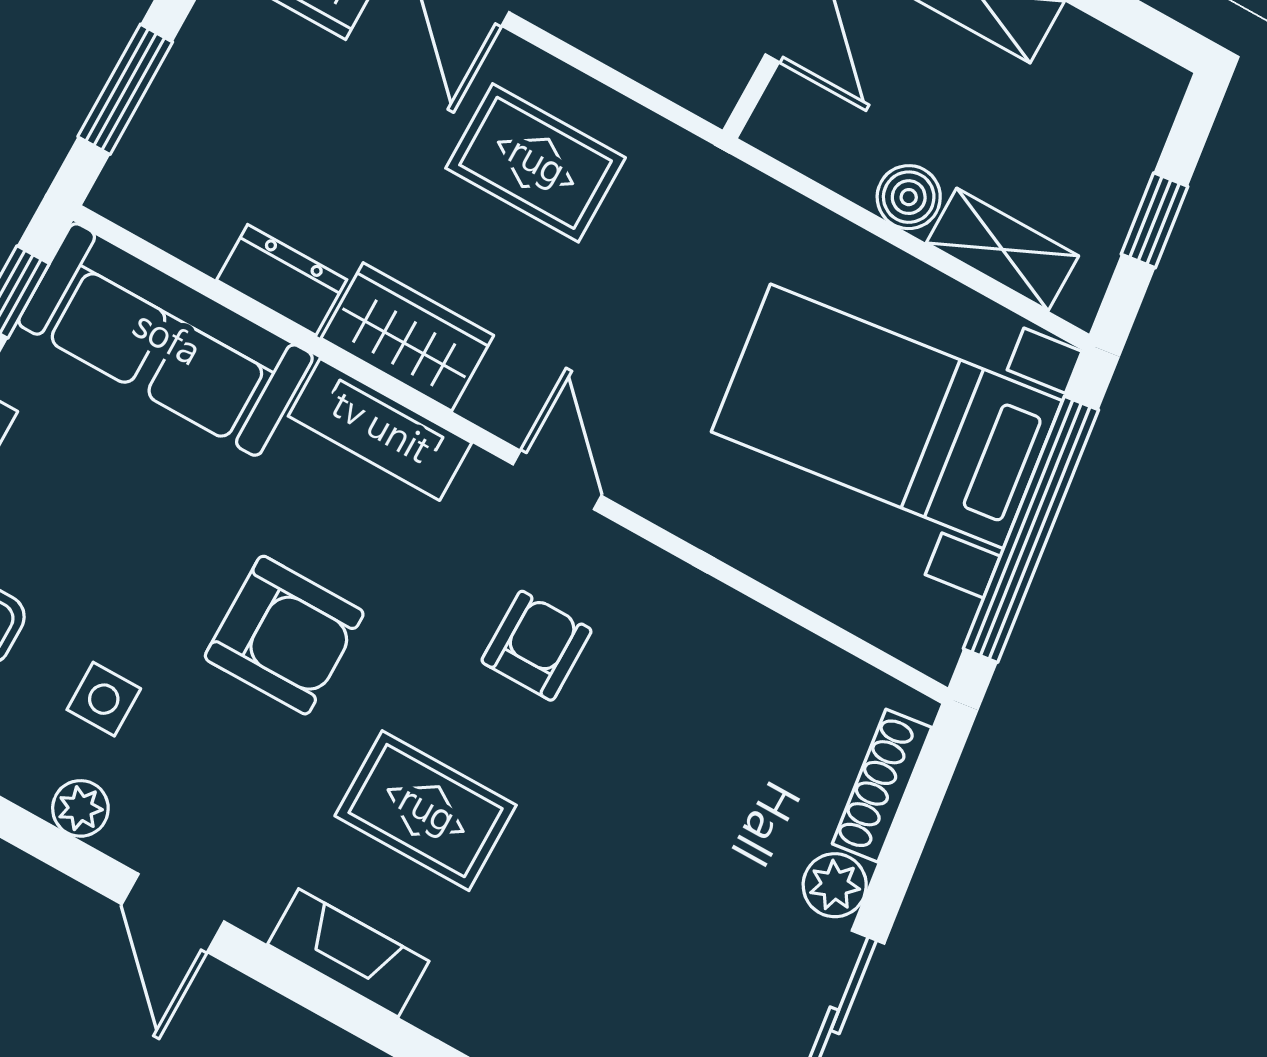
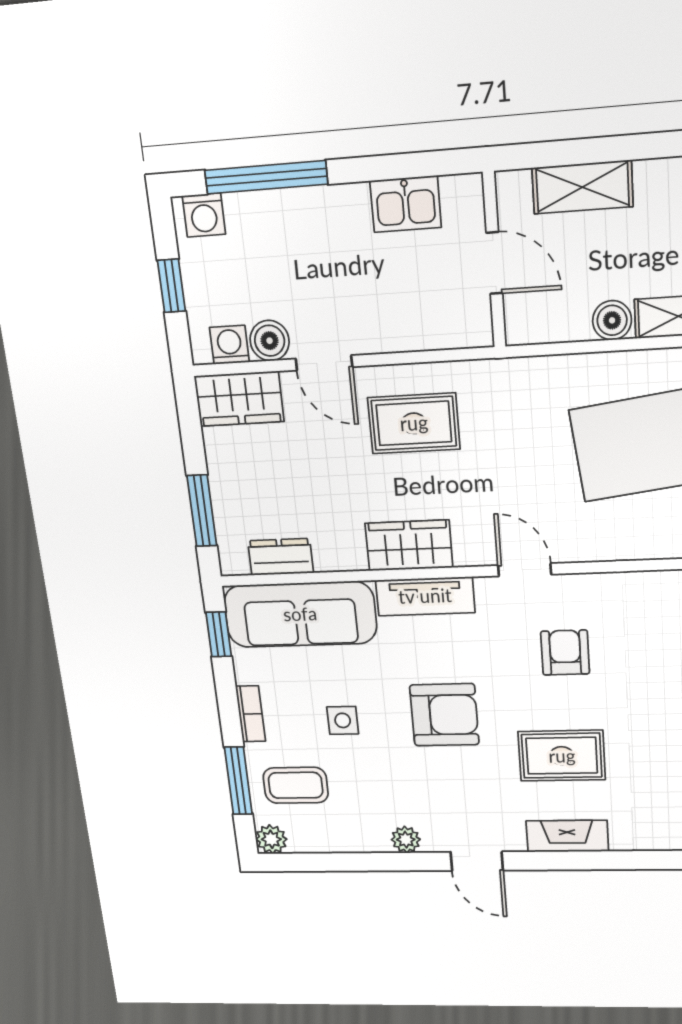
dresser: (282, 280) -> (281, 557), moved
side table: (104, 699) -> (343, 720), moved

